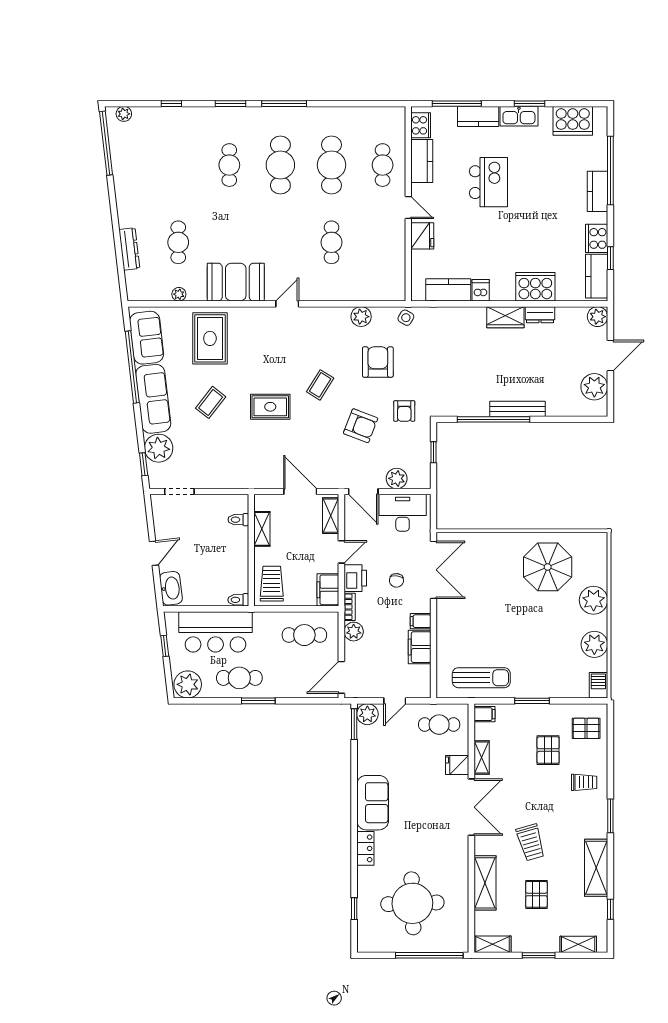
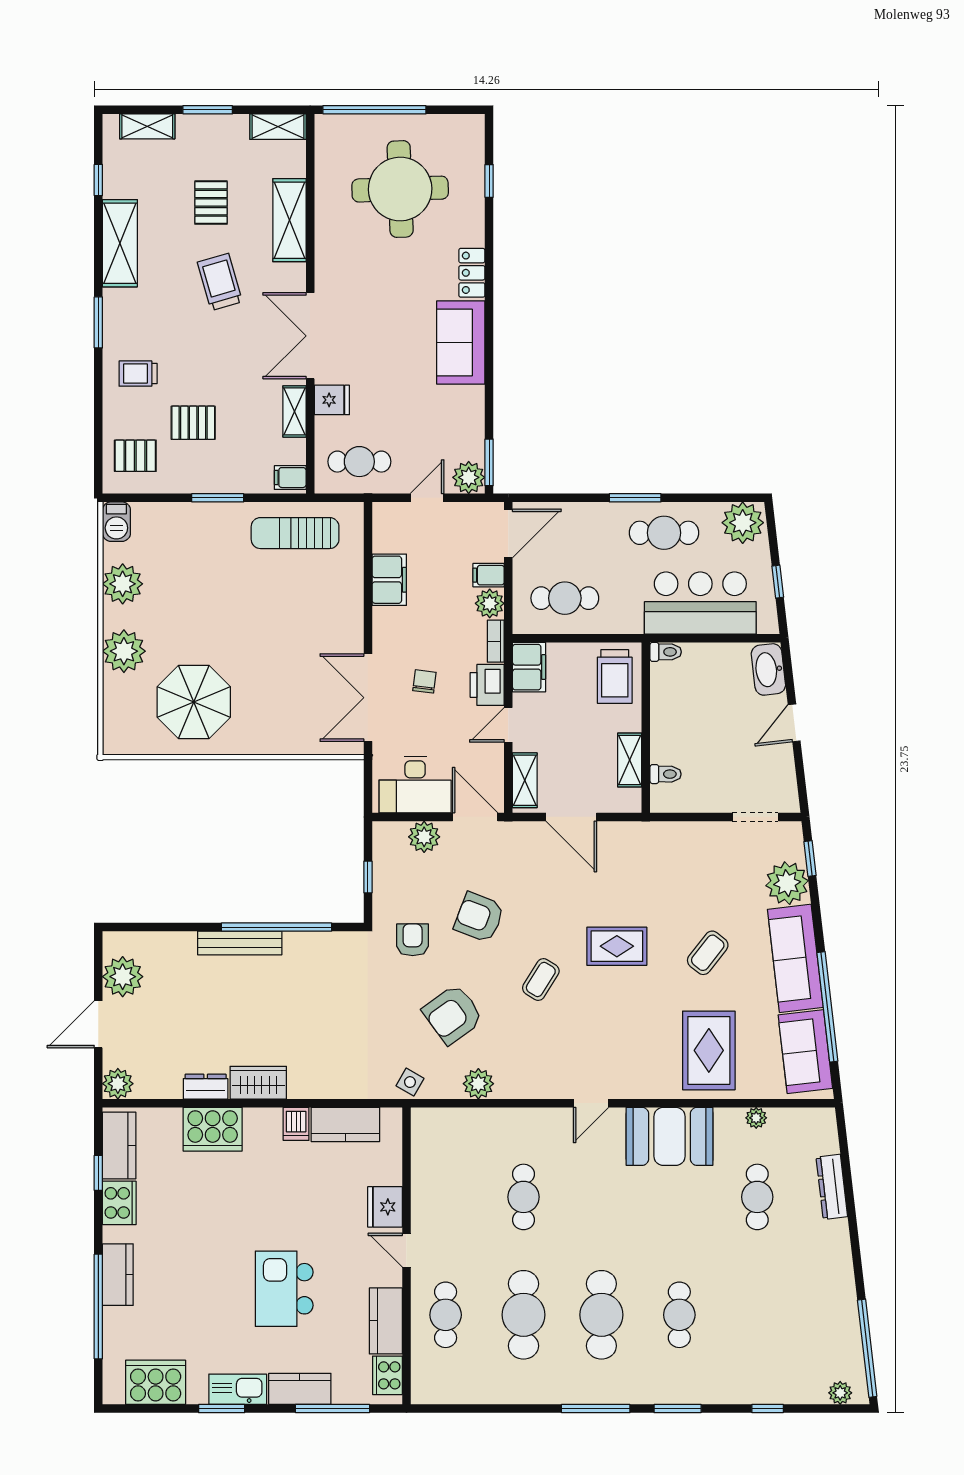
armchair: (378, 362) -> (453, 1014), turned 54
filing cabinet: (421, 621) -> (489, 575), moved, turned 180
pallet: (548, 750) -> (193, 423), turned 90

